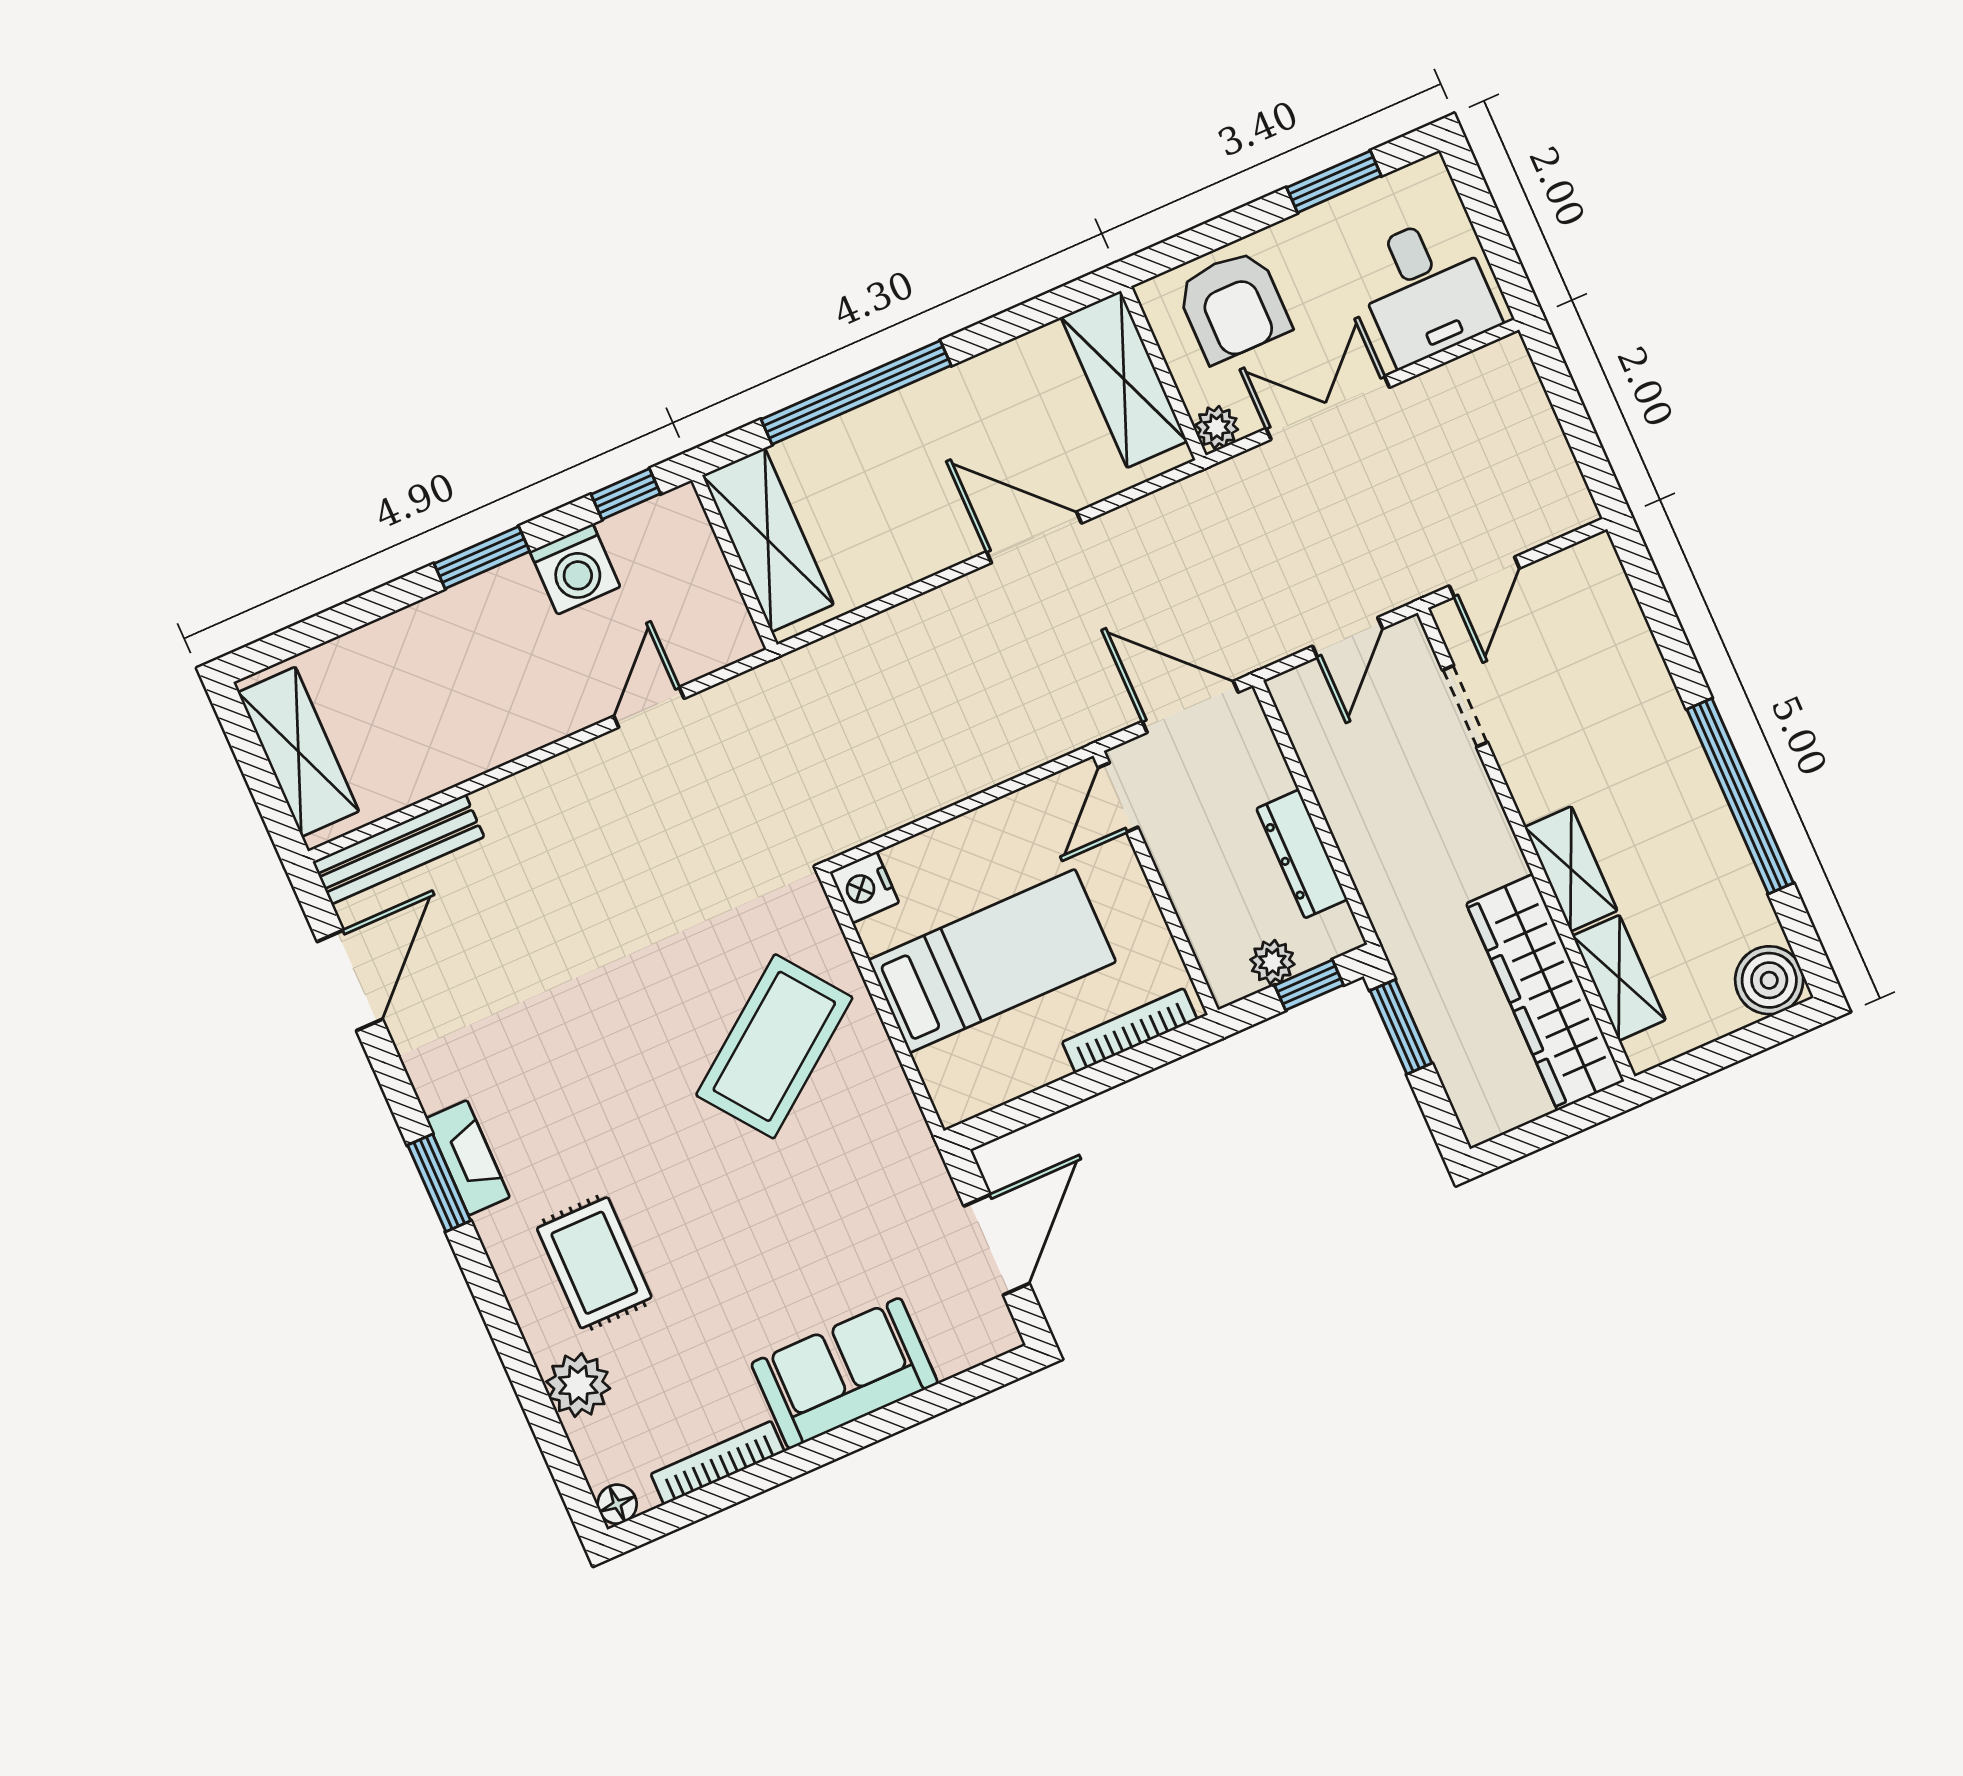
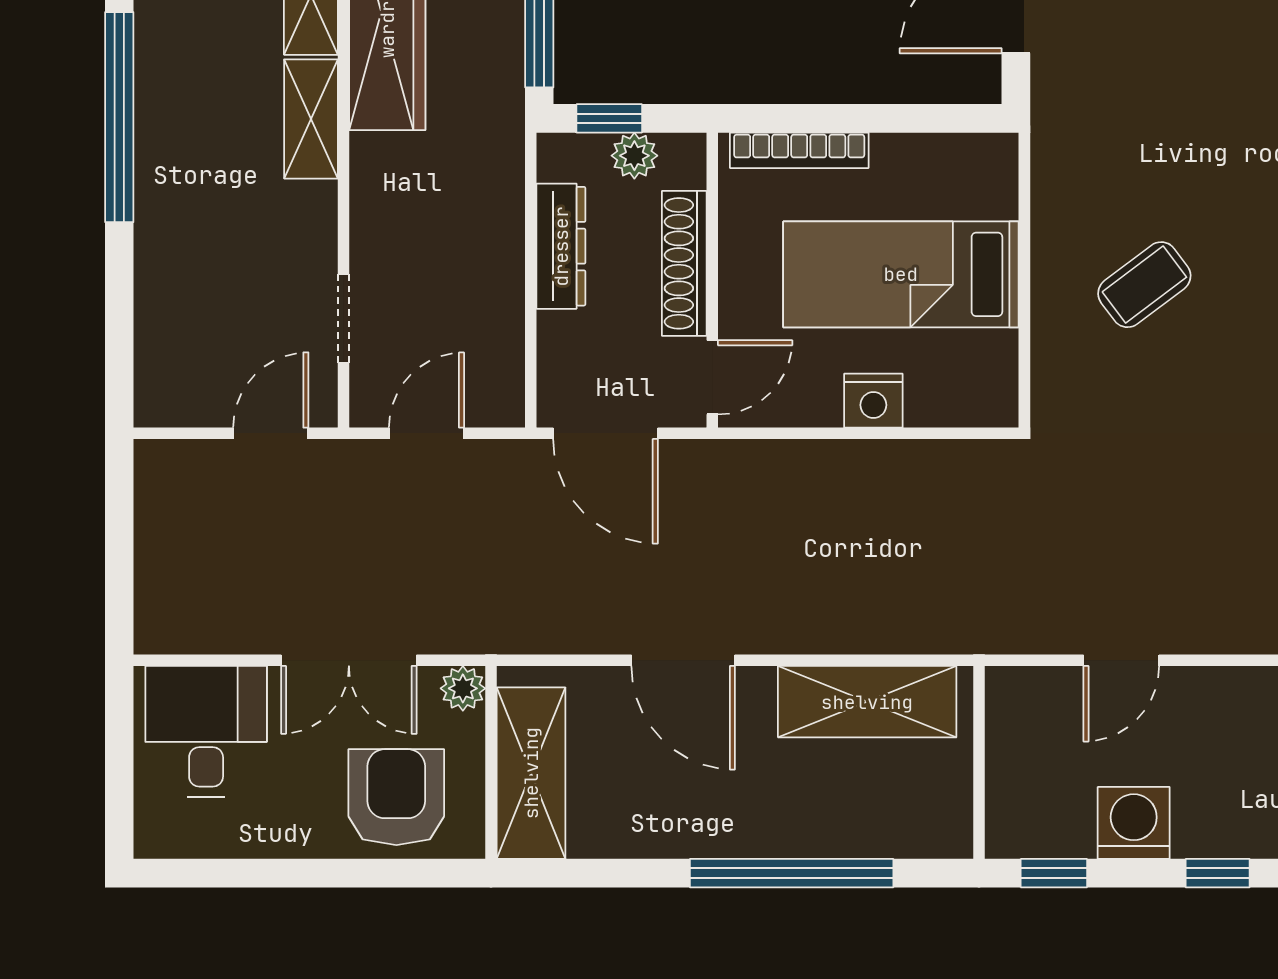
window: (1334, 182) -> (248, 873), removed
shelving: (768, 540) -> (867, 702), moved, turned 90
window: (482, 558) -> (1218, 873), width x0.67
nightstand: (864, 887) -> (873, 401), moved, turned 90
shoe rack: (1187, 887) -> (684, 263), added
coffee table: (774, 1046) -> (1144, 285), width x0.54, depth x0.58

